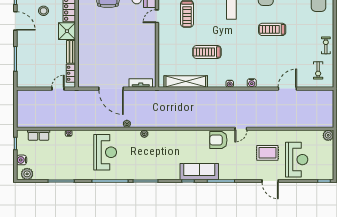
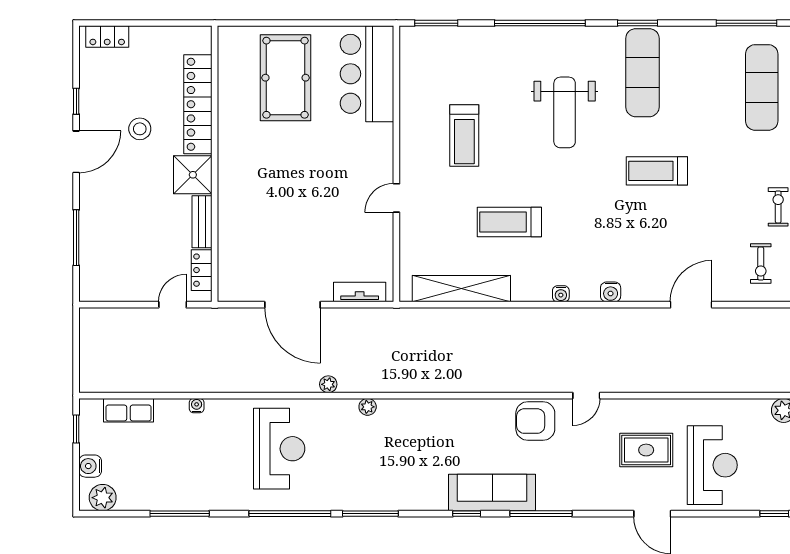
door: (157, 16) -> (396, 198), moved
door: (15, 21) -> (76, 152), hinge flipped

